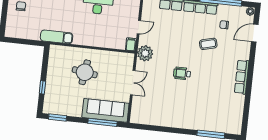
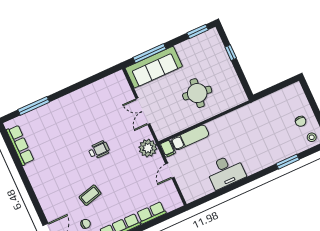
exam couch: (57, 37) -> (190, 137), moved
row of seats: (242, 77) -> (20, 145), moved

